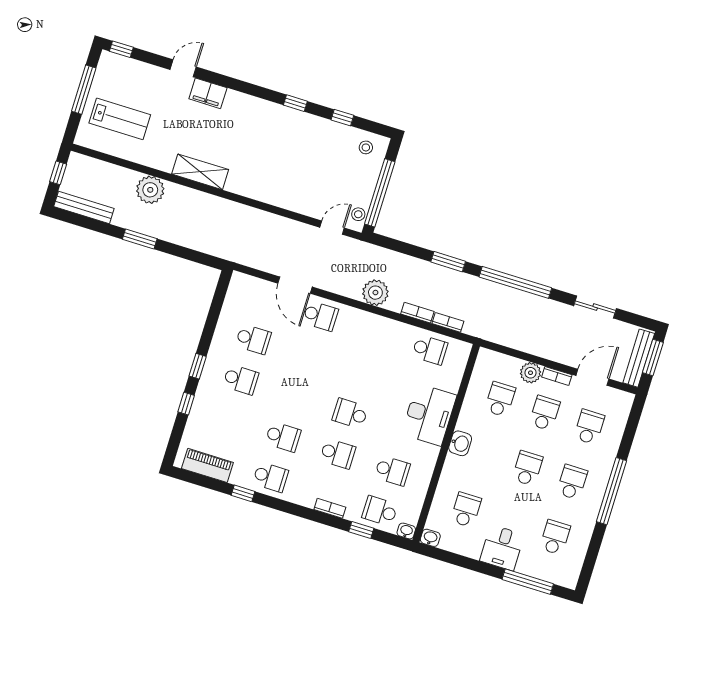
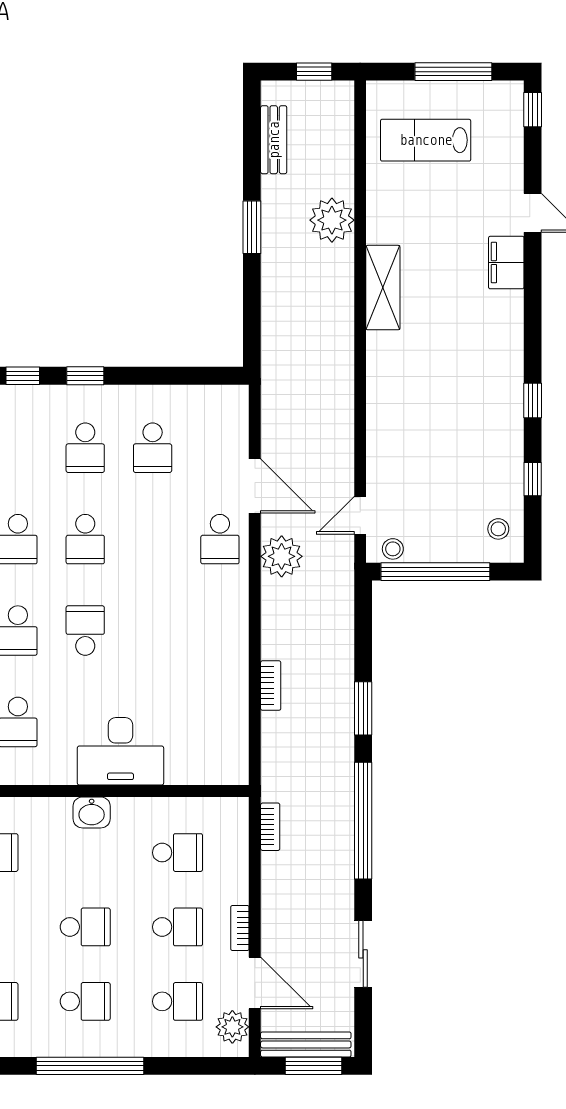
lab bench: (120, 119) -> (426, 140), turned 90
bench: (84, 207) -> (274, 140), width x0.73
door: (332, 228) -> (360, 515), swing flipped
door: (295, 285) -> (255, 486), swing flipped
plant: (375, 293) -> (282, 556), moved
bookcase: (448, 322) -> (270, 827), moved
school desk: (430, 350) -> (85, 539), moved
plant: (531, 373) -> (232, 1027), moved

